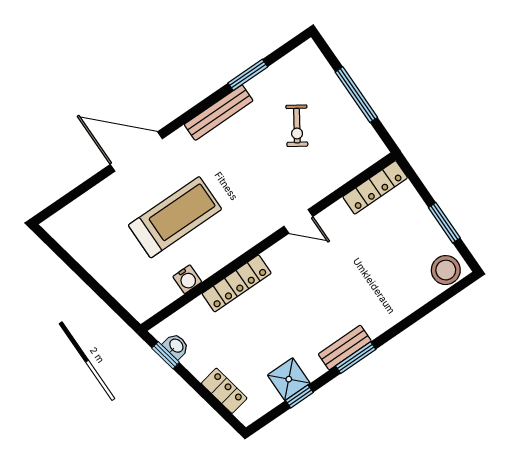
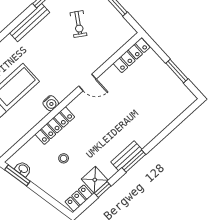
stool: (446, 270) -> (64, 158), moved, width x0.53, depth x0.53
water cooler: (187, 279) -> (51, 103), moved
window: (166, 355) -> (17, 175), width x1.50
locker: (224, 391) -> (79, 198), moved, turned -79

